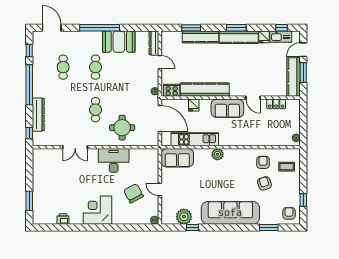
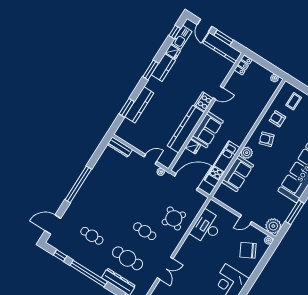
kitchen counter: (239, 37) -> (163, 67), width x0.67
booth: (119, 42) -> (100, 176), removed
door: (160, 62) -> (150, 159), moved
cafe table: (96, 67) -> (128, 258), moved, width x1.37, depth x1.35
cooker: (172, 90) -> (204, 102), moved
locker: (276, 104) -> (243, 65), moved
sofa: (227, 108) -> (207, 130), moved
round table: (122, 128) -> (174, 218), turned 35
sofa: (177, 158) -> (237, 174), moved
desk: (114, 160) -> (207, 227), moved
armchair: (264, 183) -> (267, 139), moved
chair: (134, 193) -> (248, 250), moved
plant: (184, 217) -> (273, 226), moved
window: (192, 227) -> (295, 212), width x2.17

